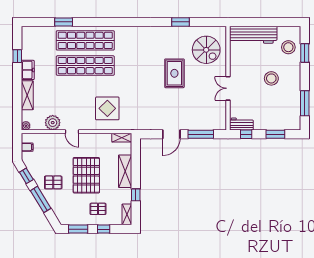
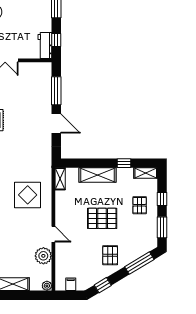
door: (72, 132) -> (53, 234), hinge flipped
pallet: (86, 175) -> (102, 218), width x0.73, depth x0.71
window: (41, 199) -> (139, 263), moved

